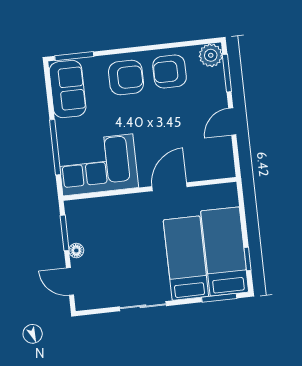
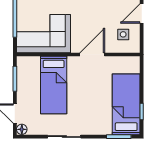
side table: (210, 154) -> (123, 34), added
floor lamp: (76, 250) -> (22, 129), moved
bed: (186, 258) -> (54, 85), moved, turned 180

